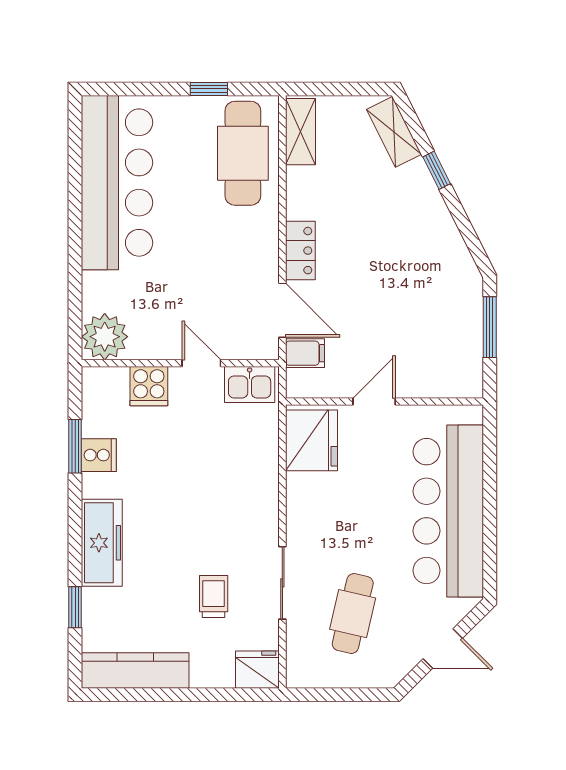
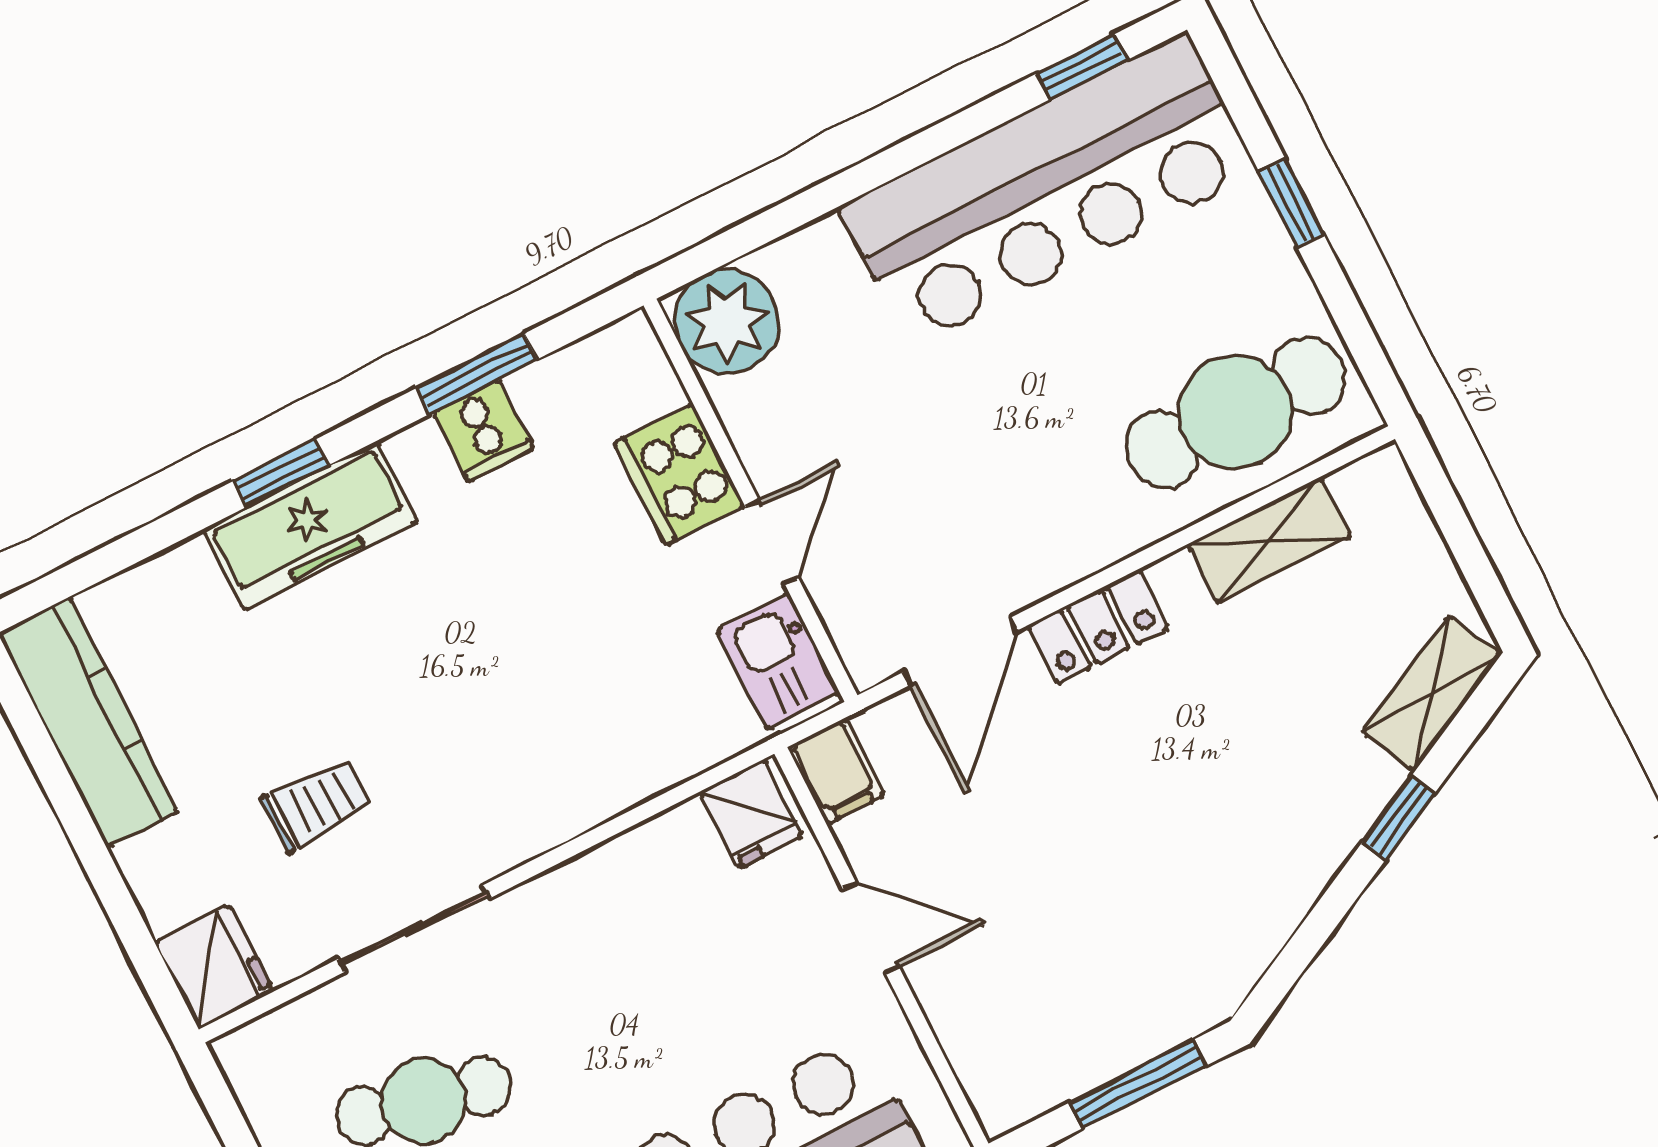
window: (209, 89) -> (1292, 203), moved
shelving: (301, 132) -> (1269, 540), moved
window: (75, 145) -> (1082, 67), added
filing cabinet: (305, 353) -> (836, 771), moved
cooker: (149, 386) -> (679, 474), width x1.36
fridge: (311, 440) -> (751, 814), width x0.53, depth x0.75
window: (75, 607) -> (281, 473), moved

